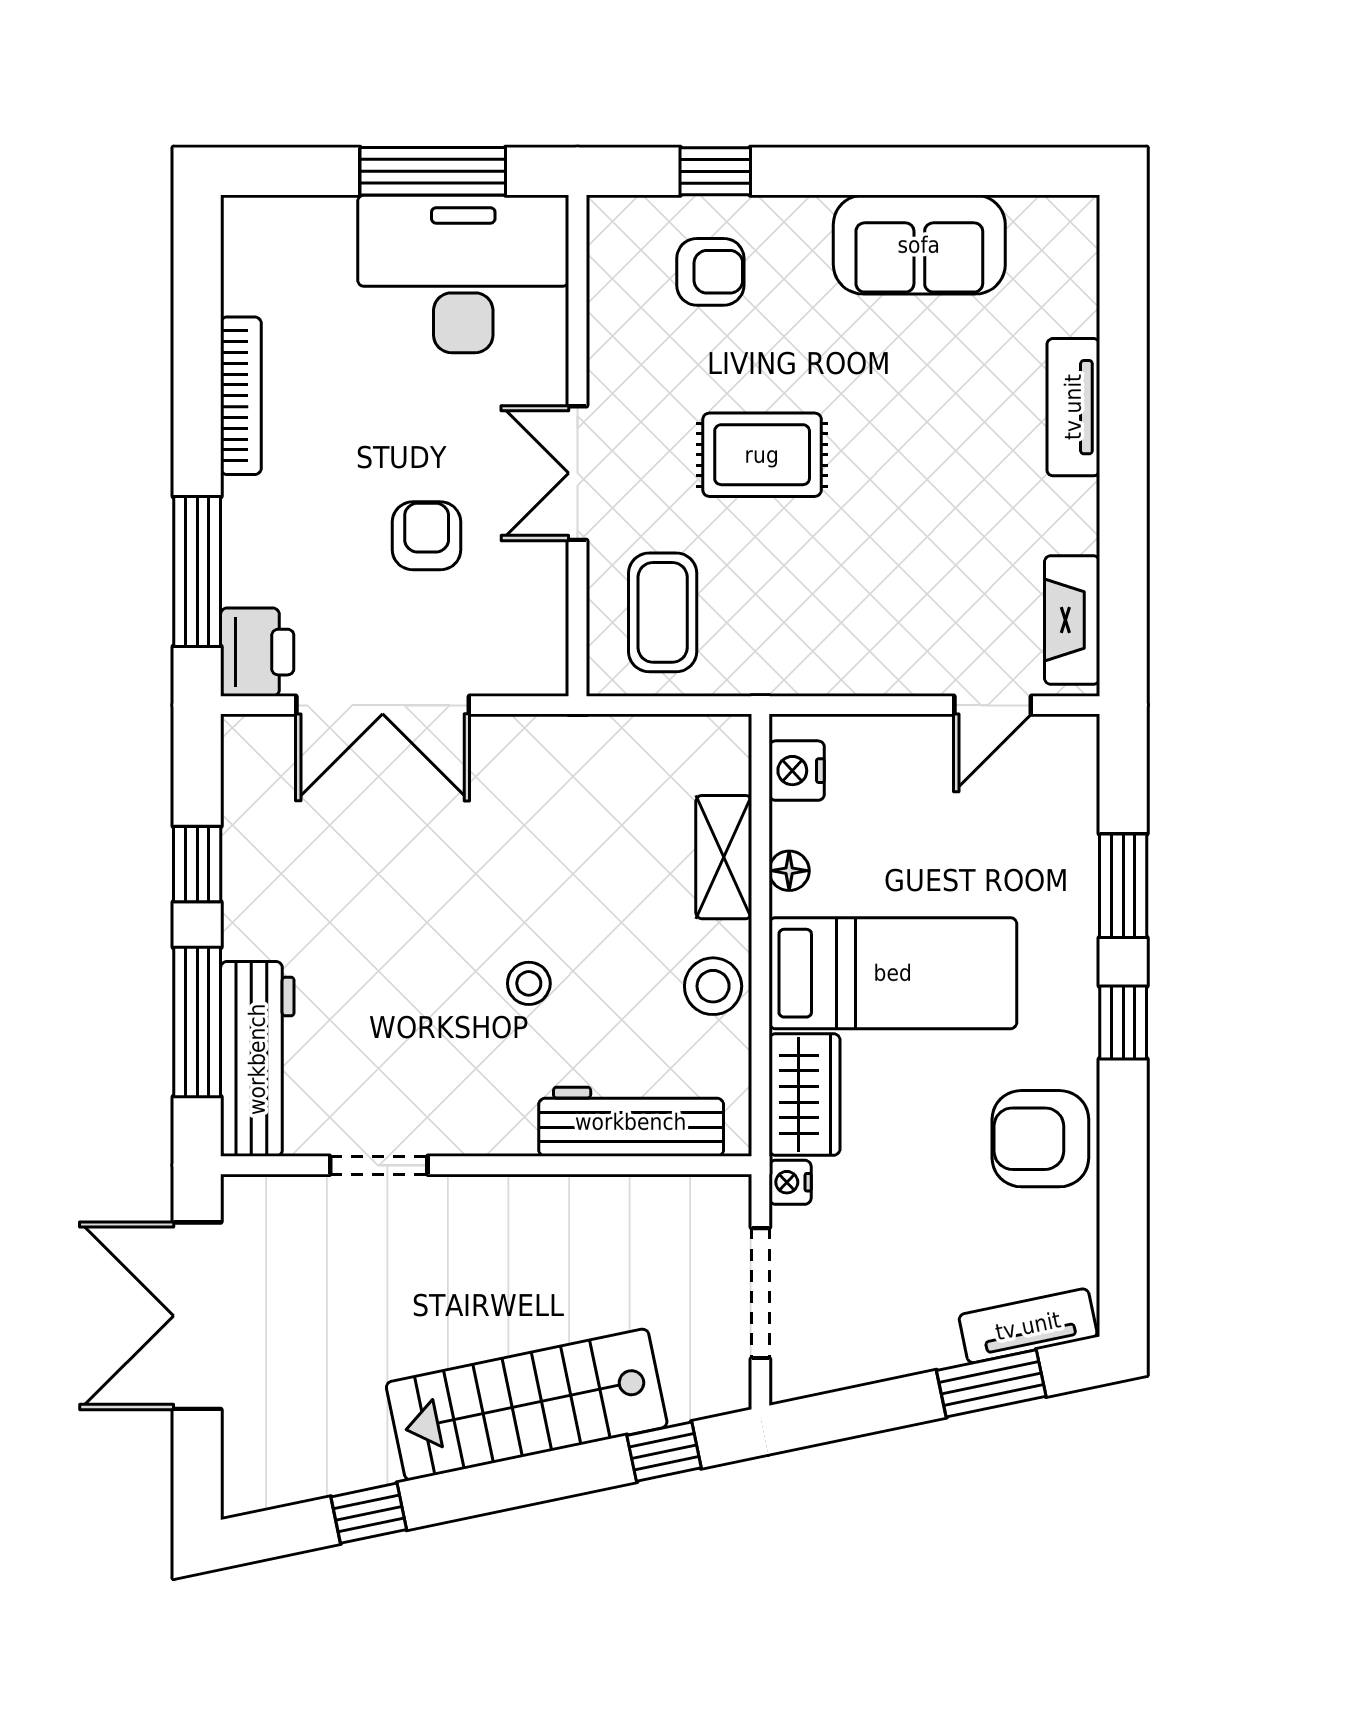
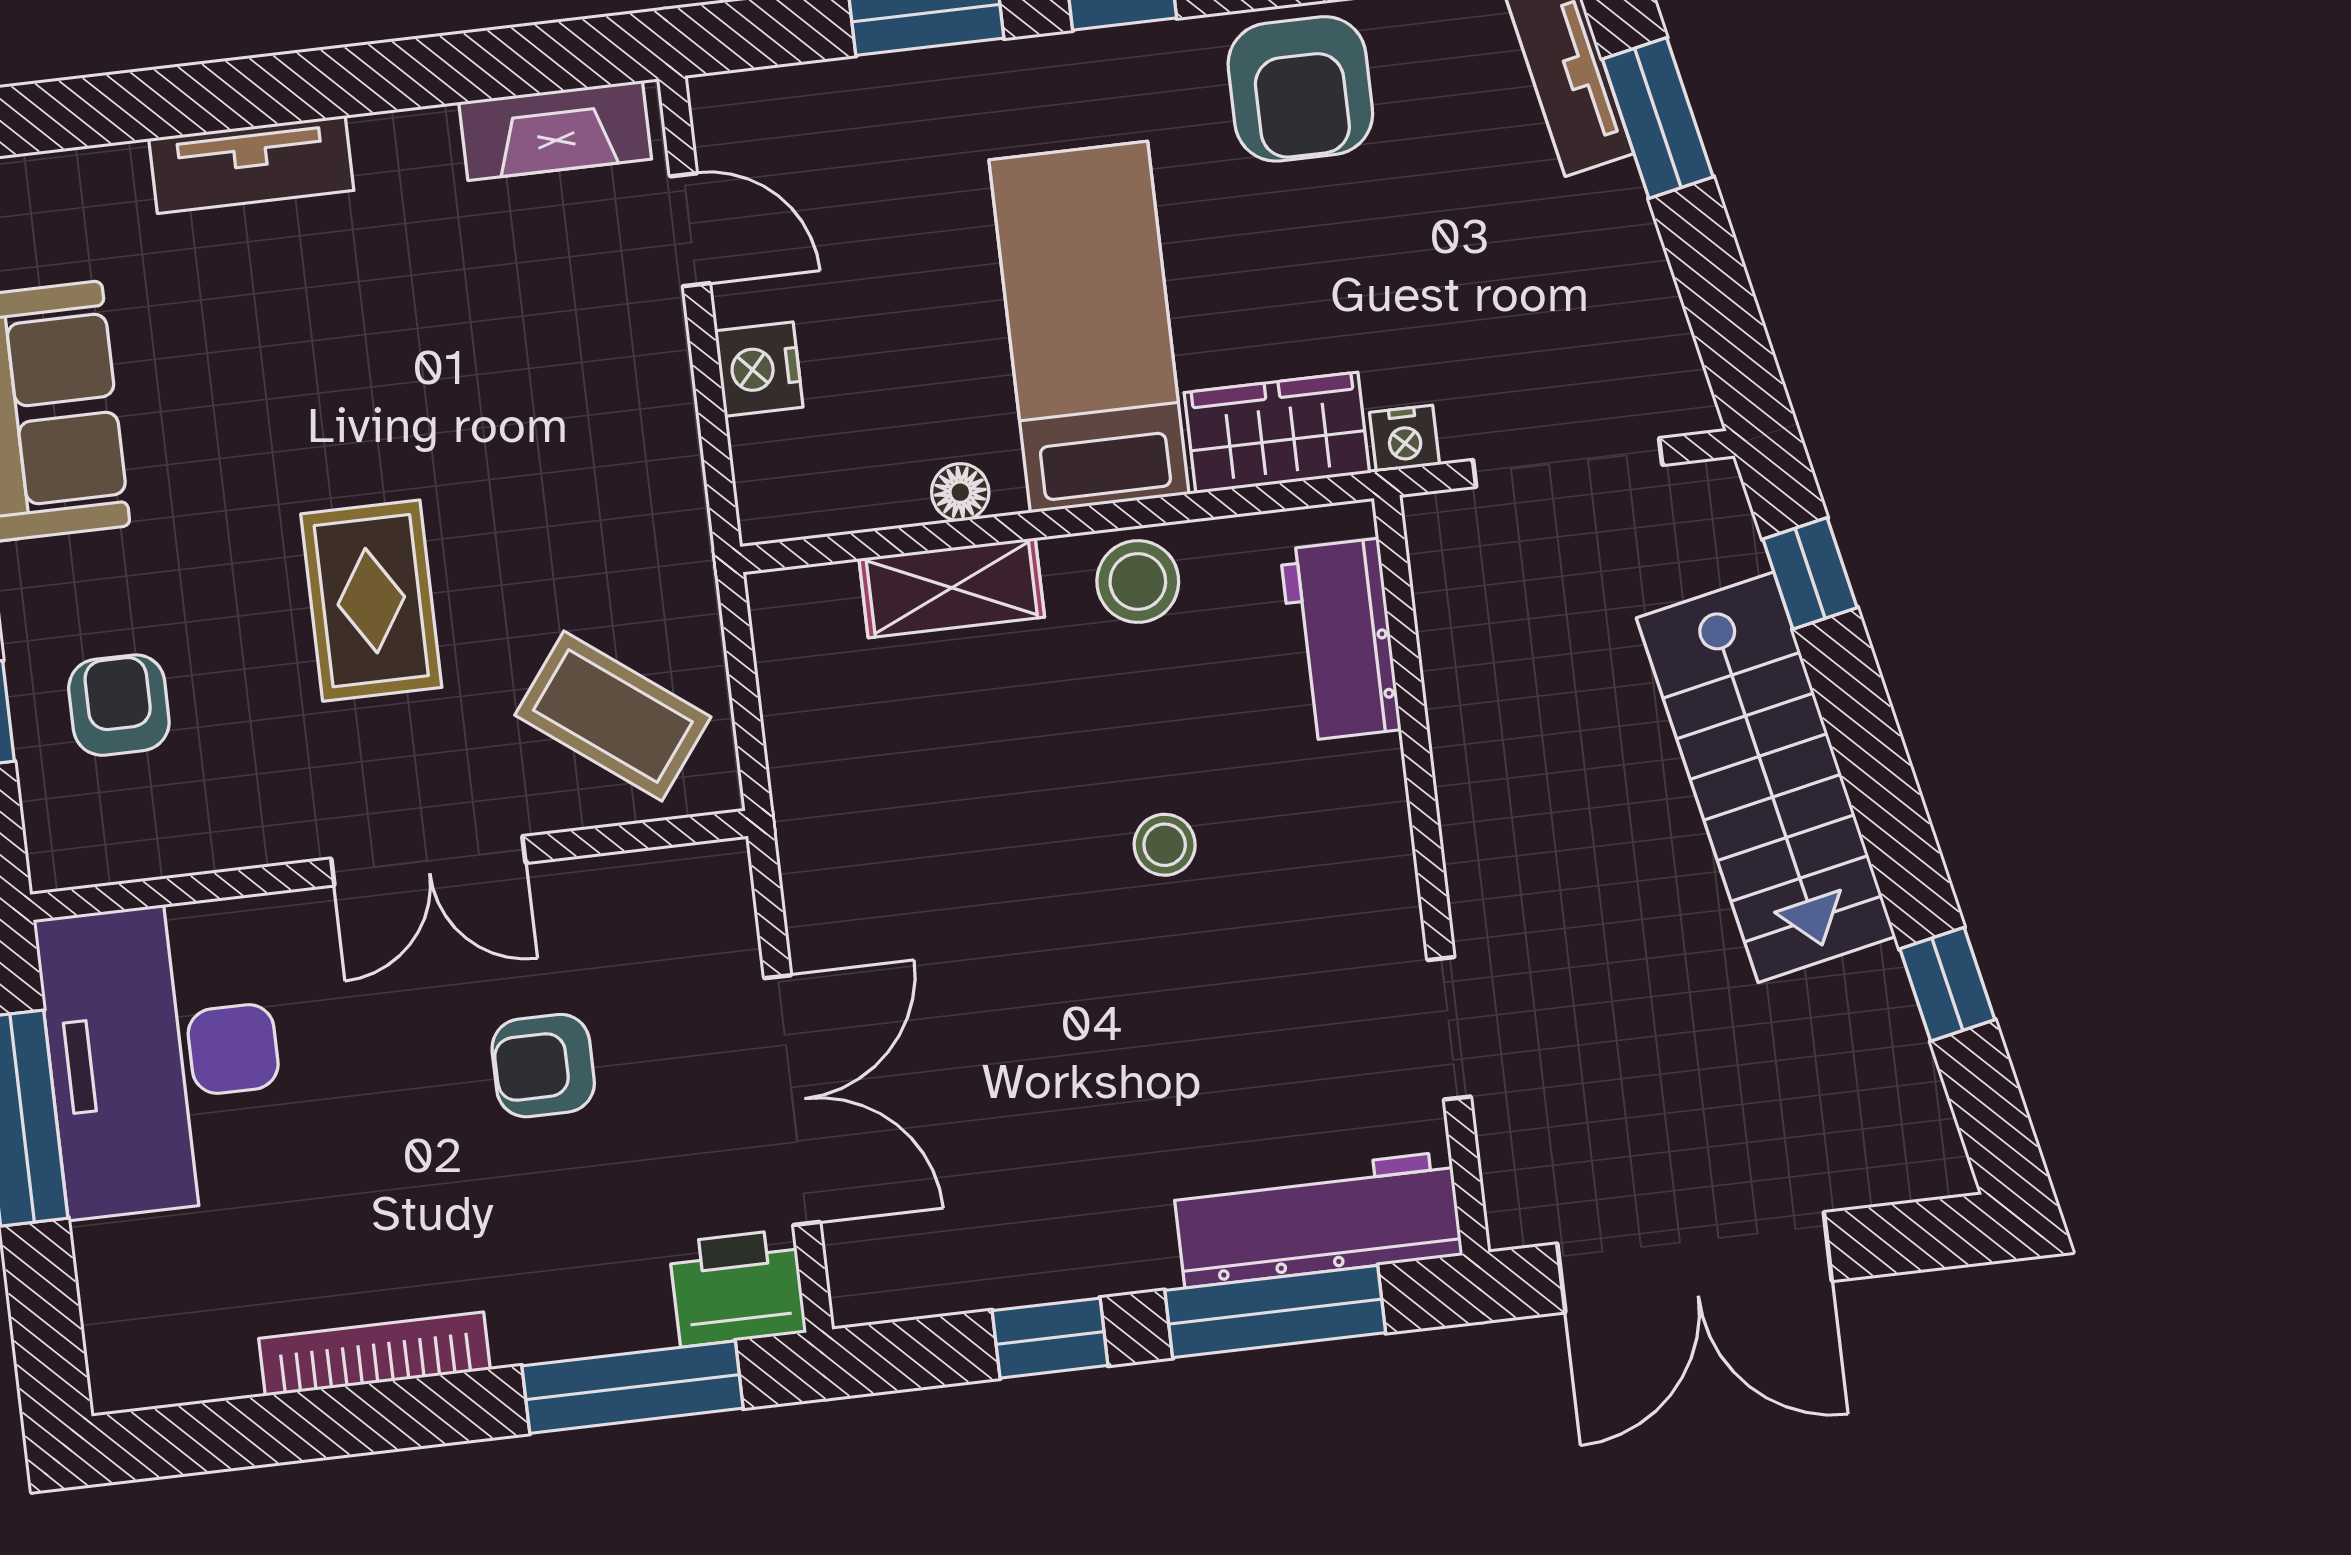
coffee table: (663, 612) -> (613, 716), turned 37
nightstand: (797, 771) -> (759, 369), moved, turned 90
workbench: (631, 1122) -> (1341, 640), width x0.73

